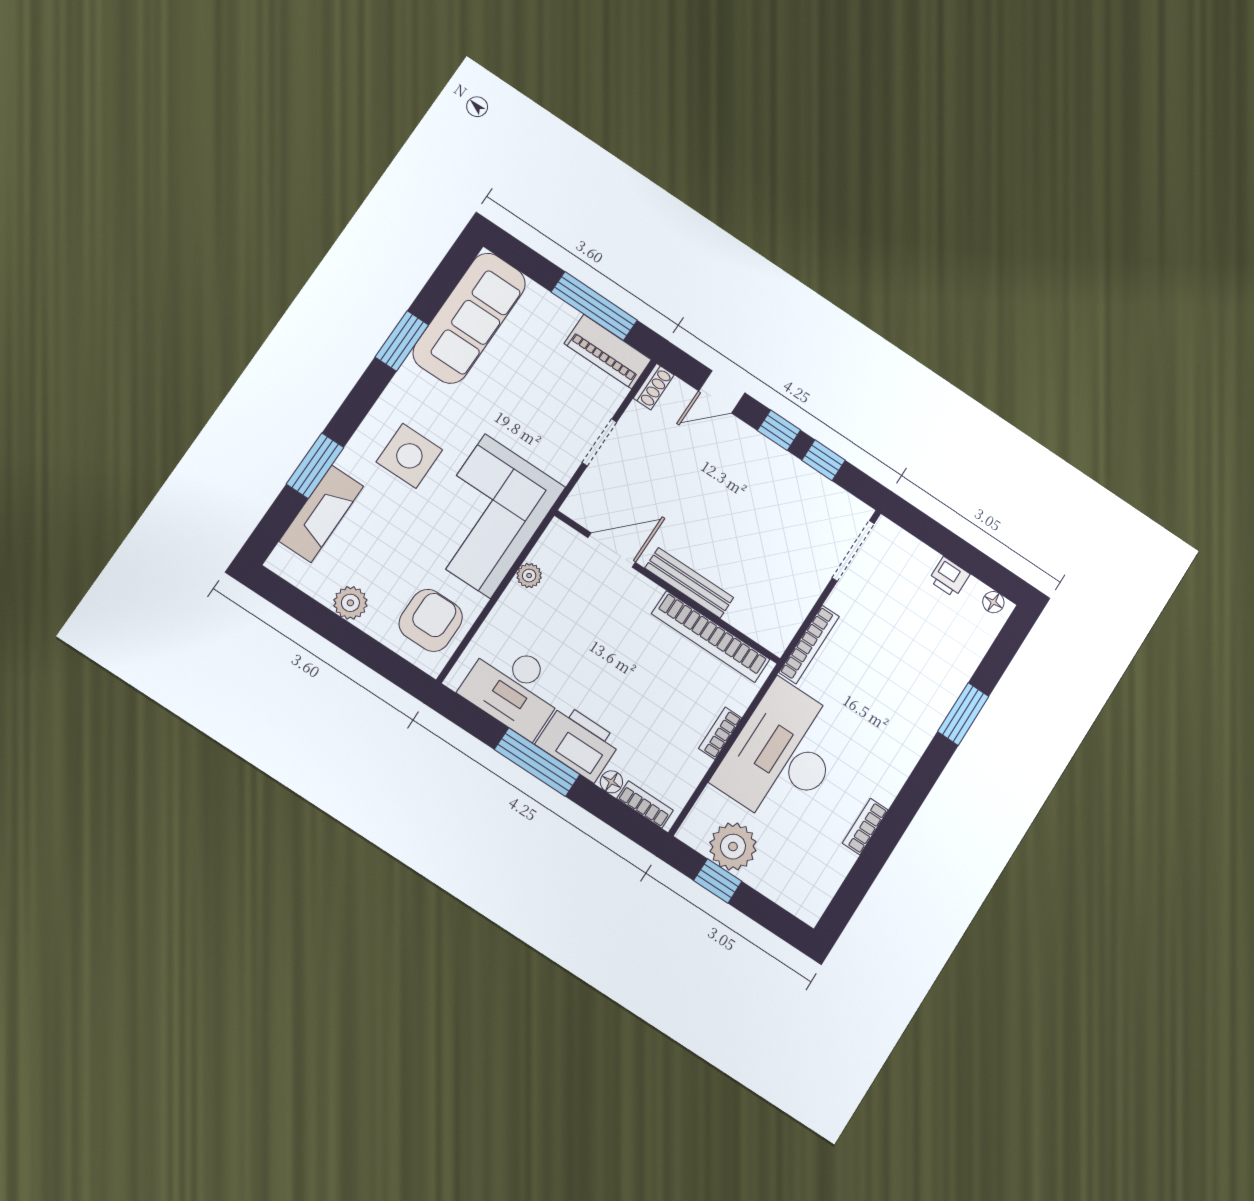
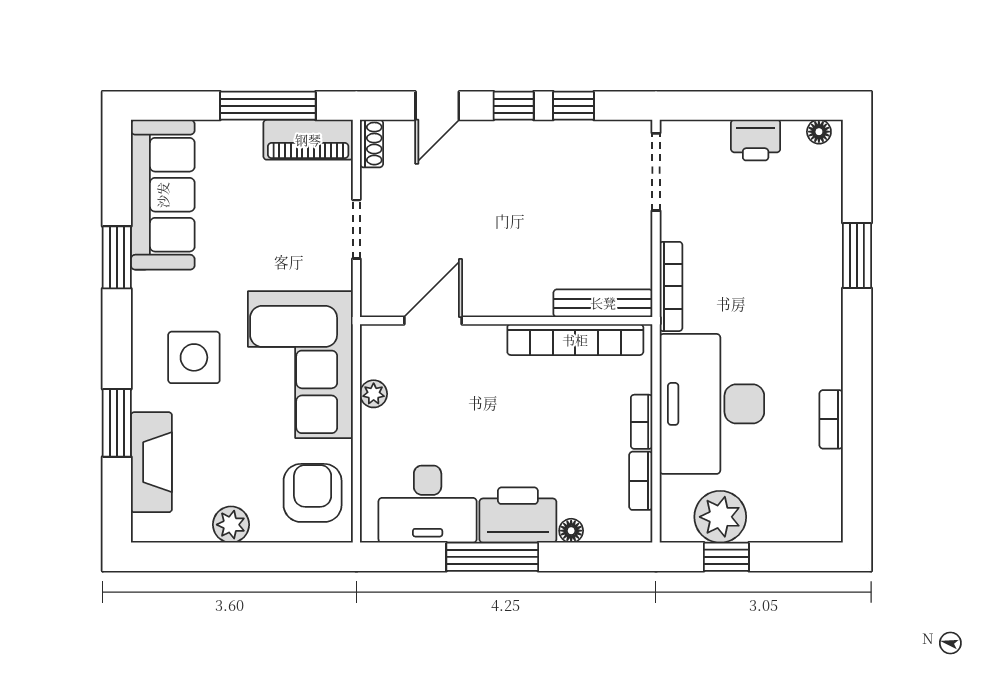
printer: (949, 577) -> (756, 140), width x1.36, depth x1.24
bench: (689, 583) -> (603, 303), moved
bookcase: (645, 804) -> (641, 481), moved, turned -90

